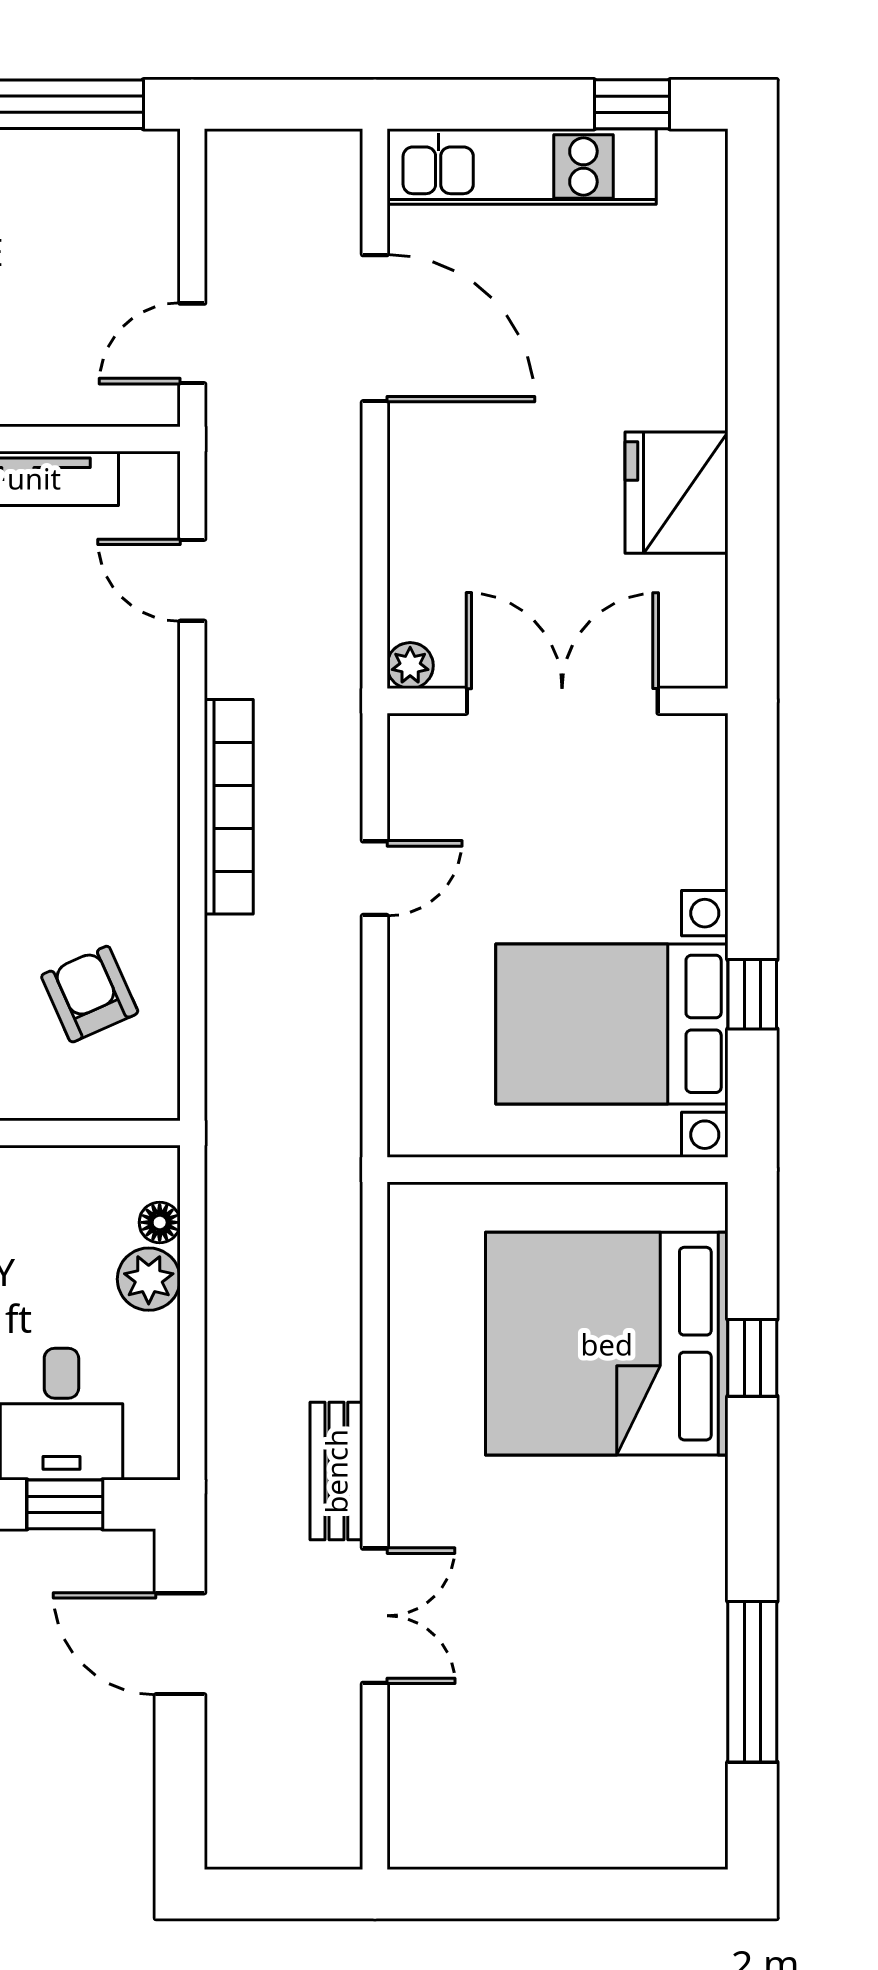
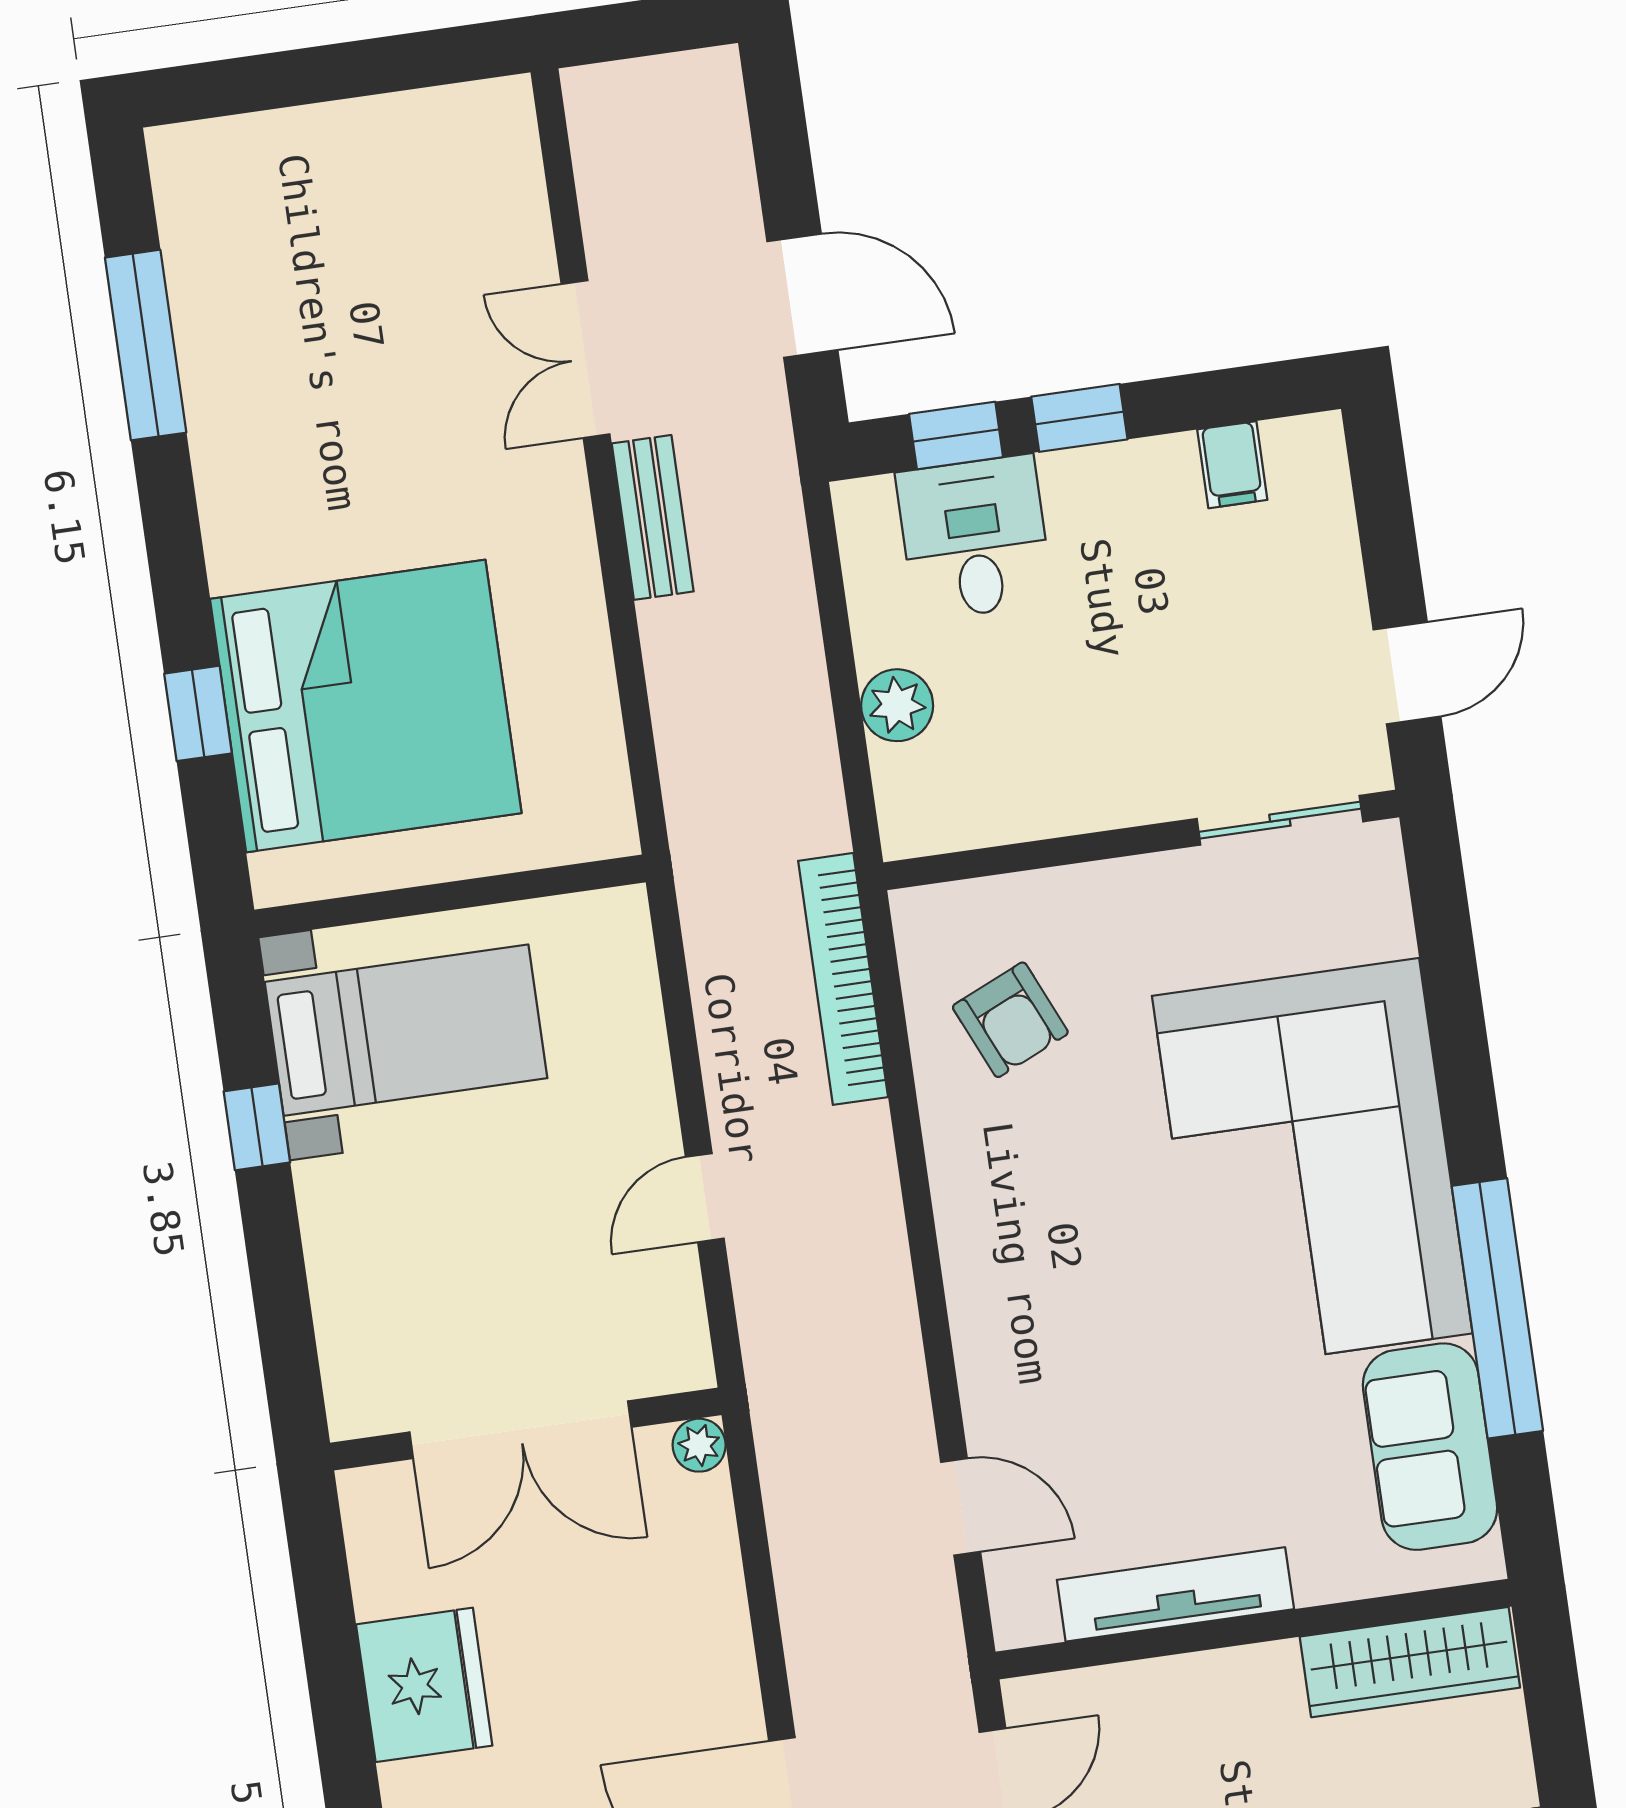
bookcase: (229, 807) -> (843, 979), moved
bed with nightstands: (612, 1024) -> (406, 1030), width x0.73
floor lamp: (160, 1222) -> (894, 771), removed

